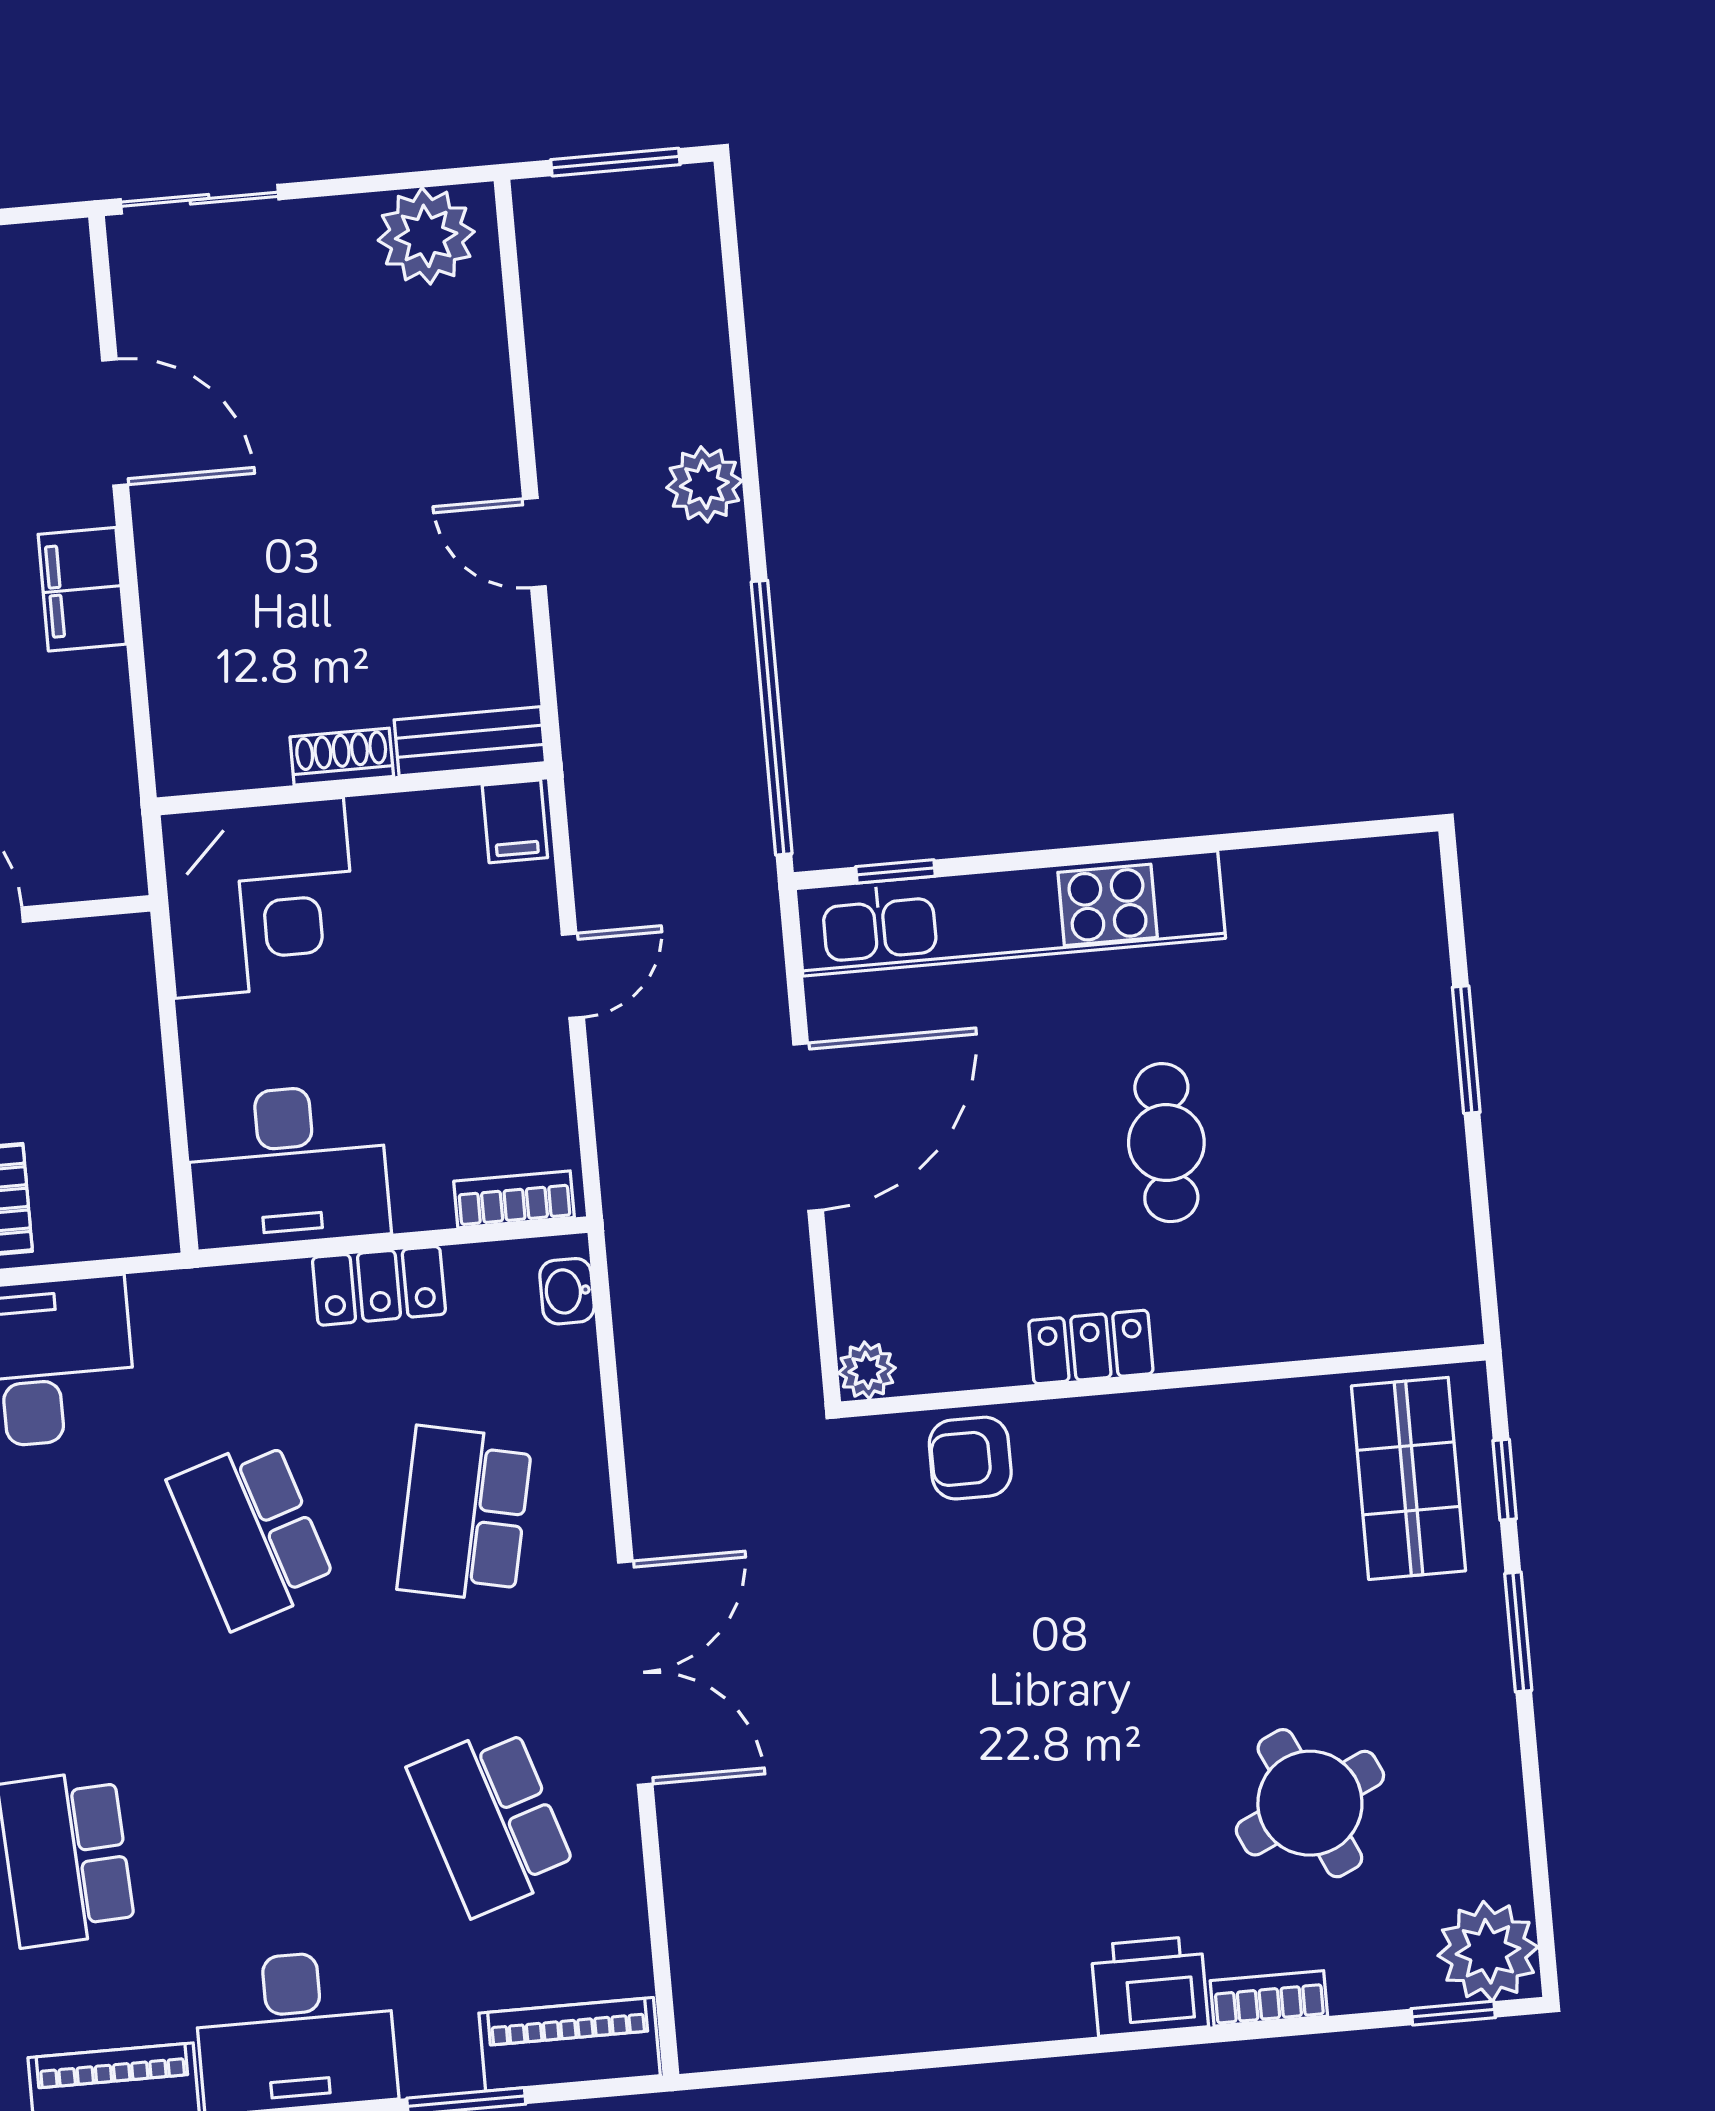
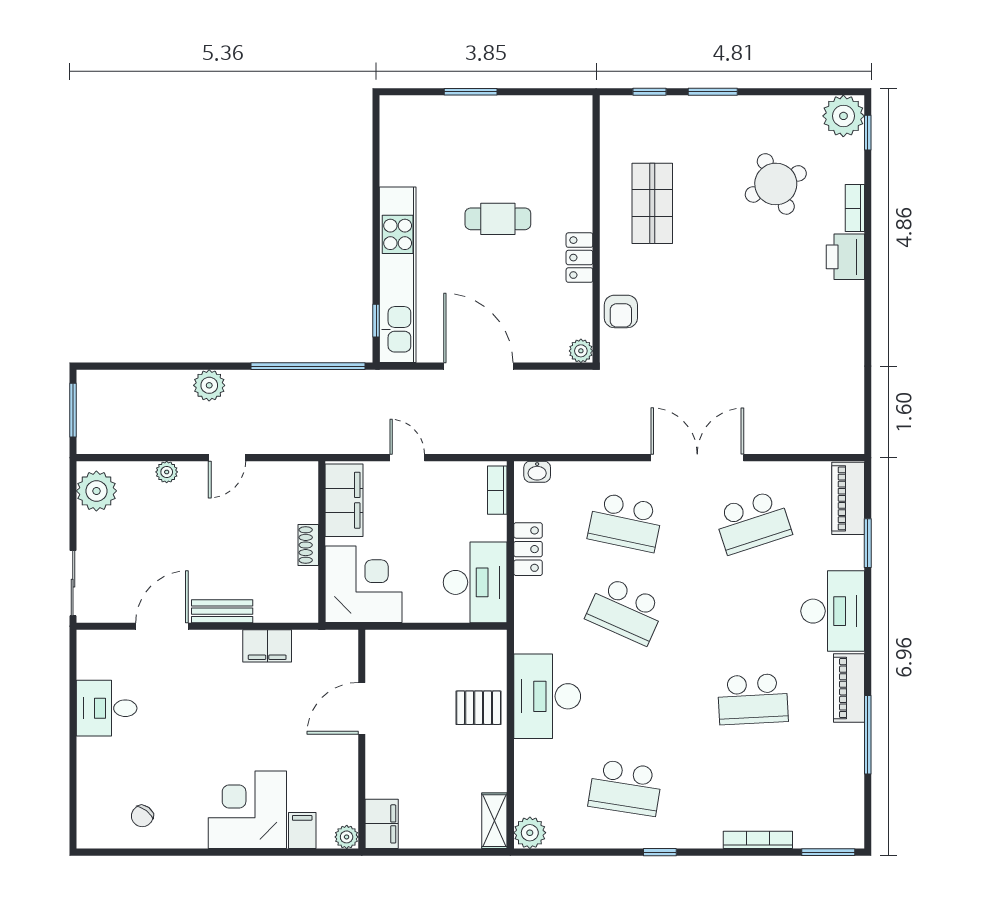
plant: (487, 401) -> (167, 472), added
filing cabinet: (82, 589) -> (267, 646), moved
bench: (470, 741) -> (222, 611), moved, turned 90
filing cabinet: (515, 821) -> (344, 500), width x3.00, depth x1.17
shop shelf: (1408, 1478) -> (652, 203), moved, turned 90
school desk: (252, 1533) -> (625, 611), turned 42

